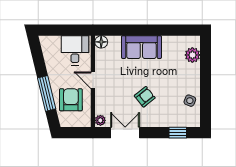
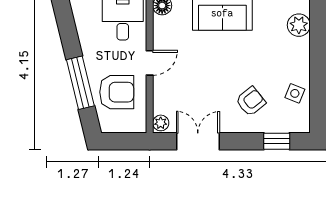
door: (93, 80) -> (150, 63), swing flipped
armchair: (145, 97) -> (251, 101), moved
armchair: (71, 100) -> (117, 92), turned 90

